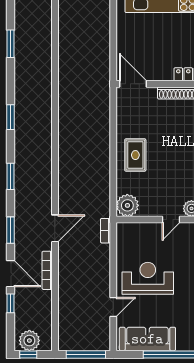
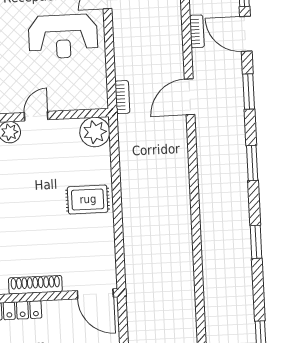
rug: (135, 155) -> (88, 199), turned 90
bookcase: (47, 270) -> (197, 31), width x0.64

